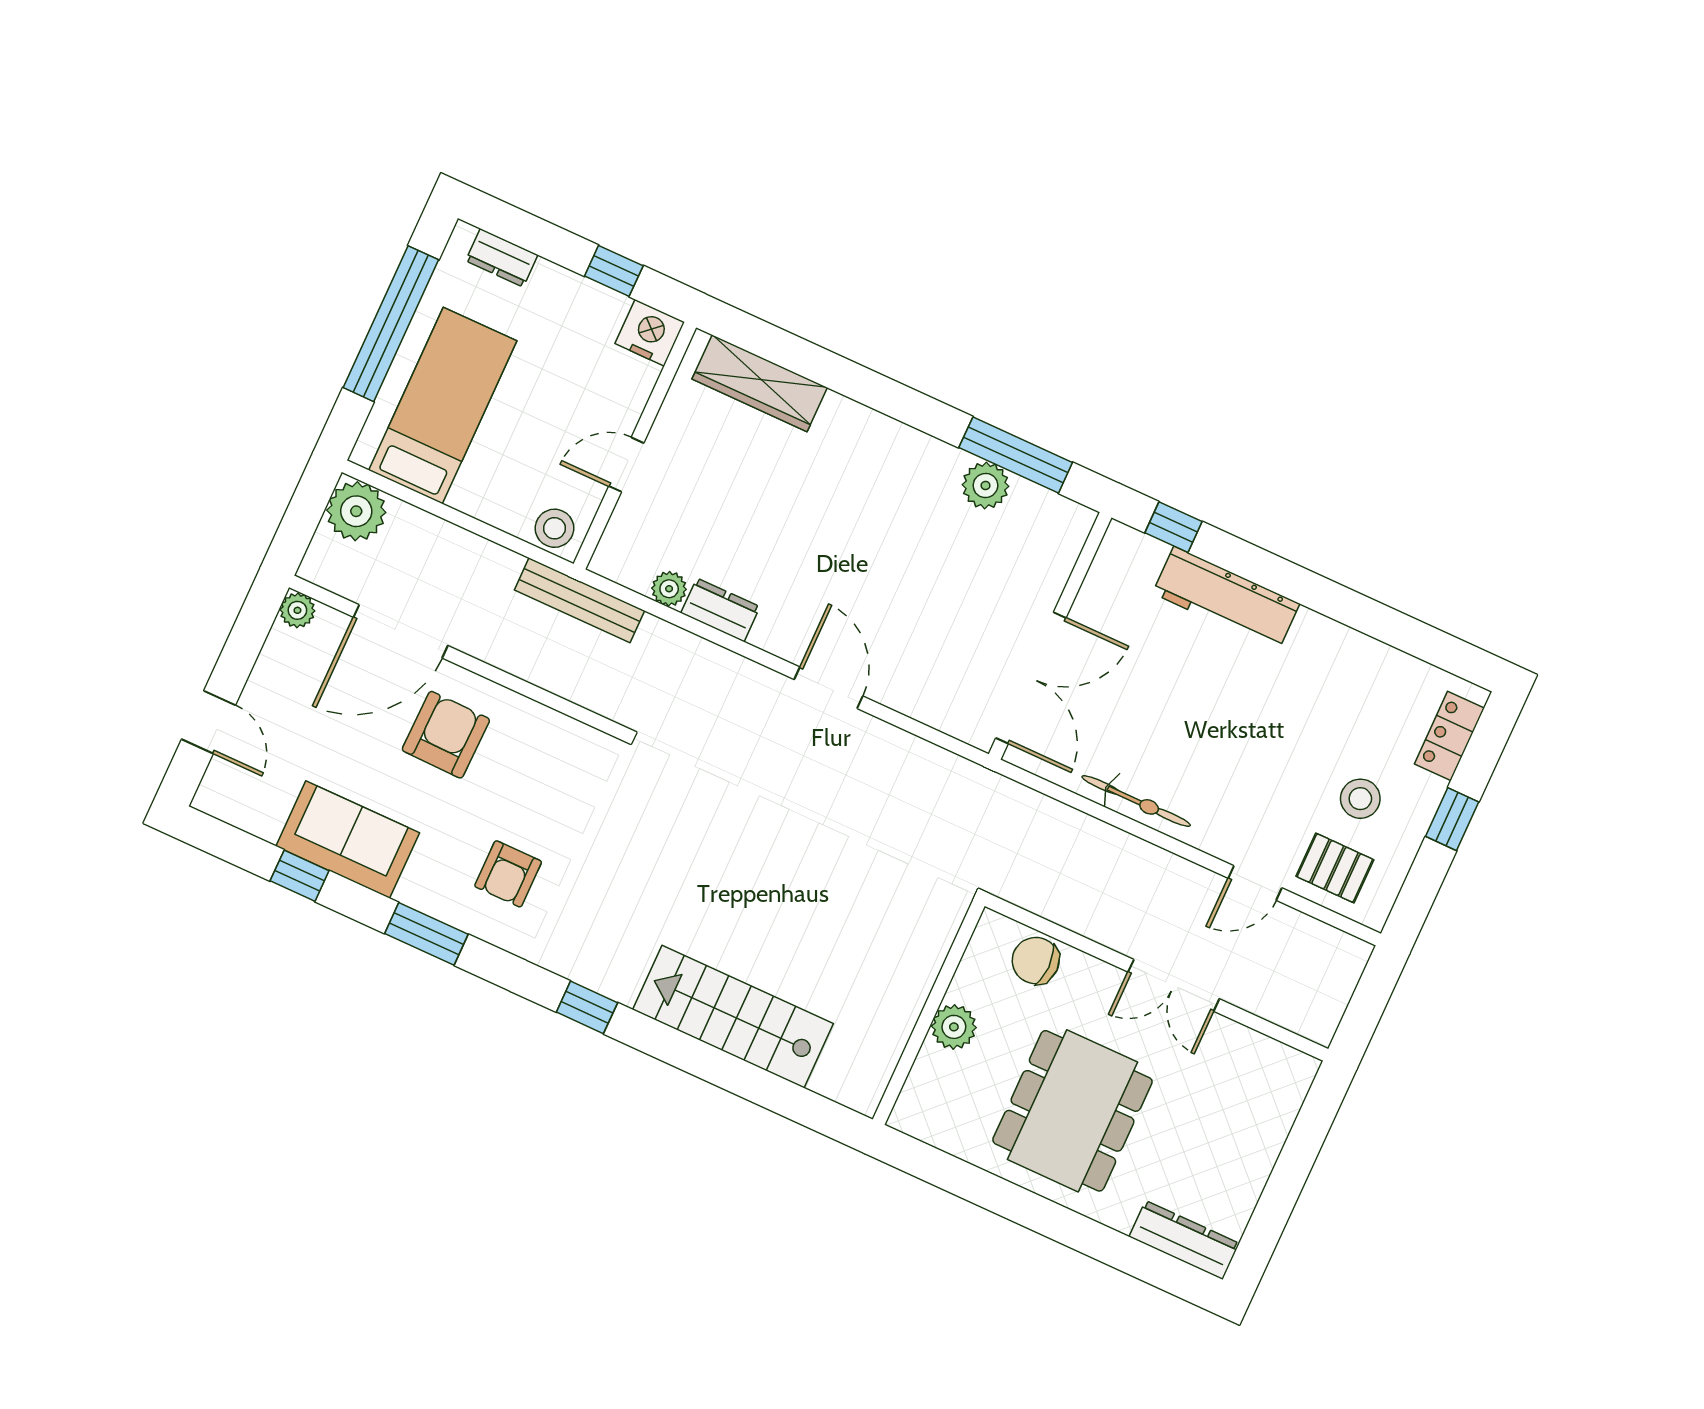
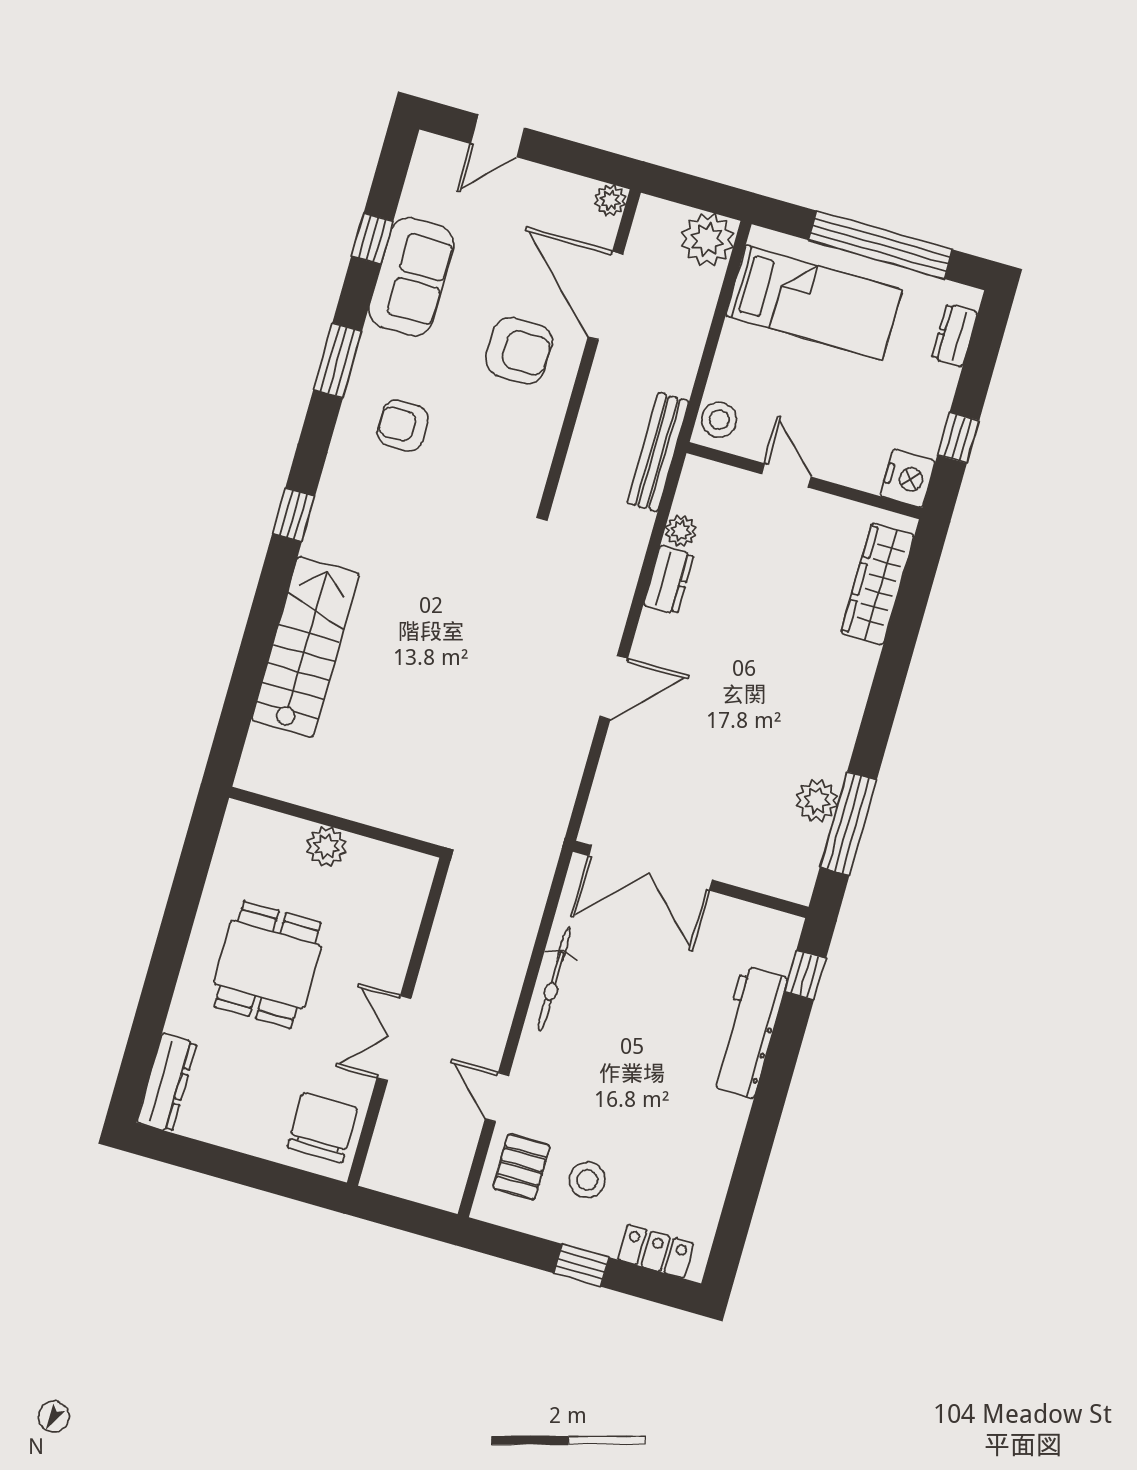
chair: (1036, 961) -> (322, 1128), moved, width x1.37, depth x1.37
dining table: (1072, 1111) -> (267, 965), width x0.73

